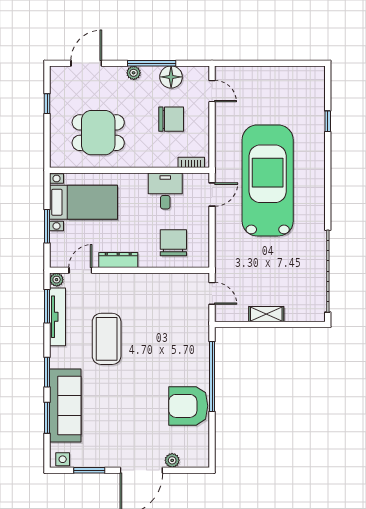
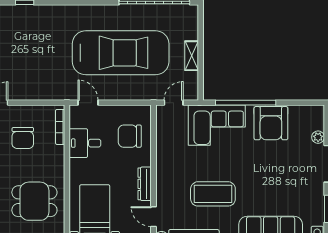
chair: (171, 119) -> (23, 138), turned 180
dining table: (98, 133) -> (34, 201), turned 90
bookcase: (191, 162) -> (60, 127), width x1.56
car: (268, 180) -> (121, 53), moved, turned 180
corner sofa: (186, 343) -> (217, 125), added

